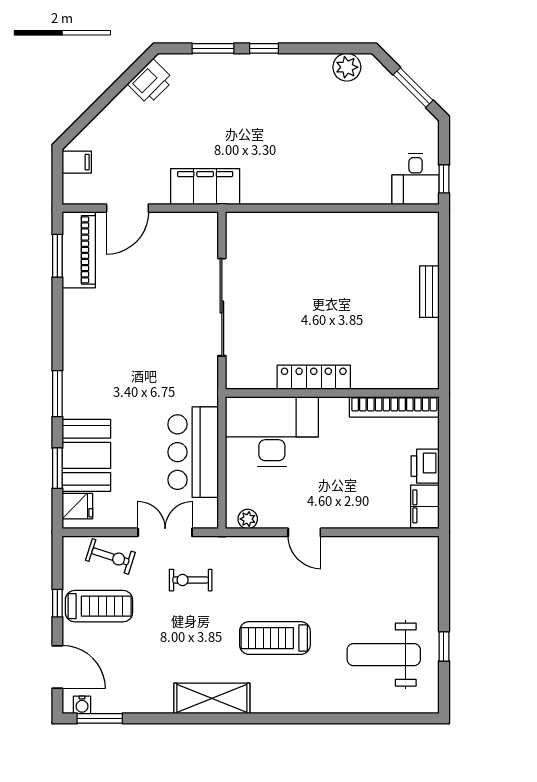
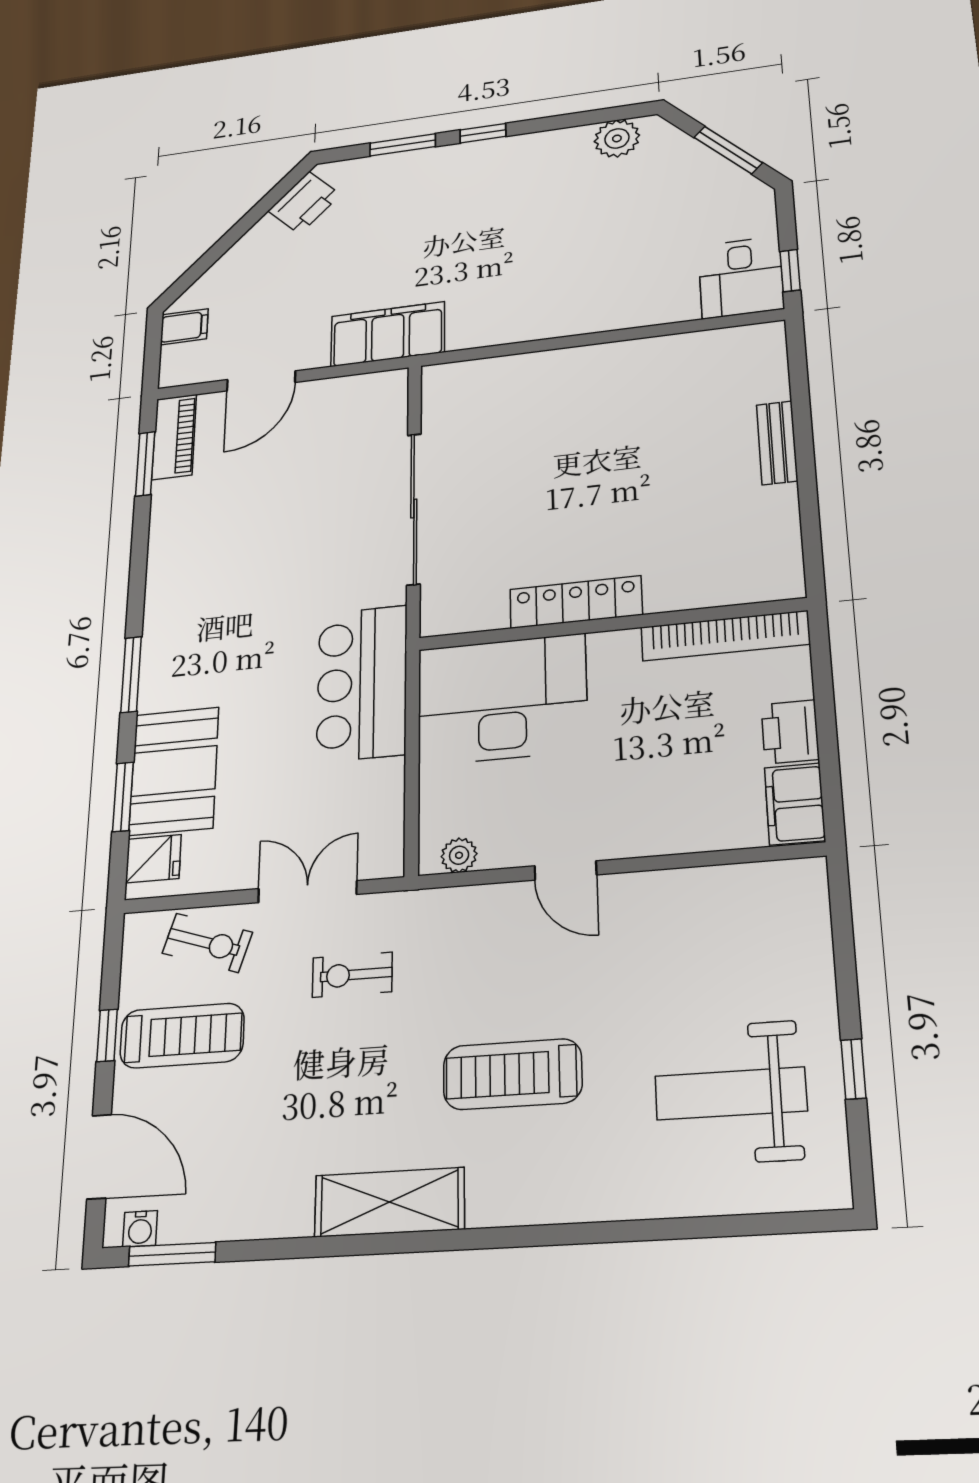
piano: (79, 250) -> (174, 437), width x0.73, depth x0.75
bar counter: (193, 452) -> (362, 683), moved

